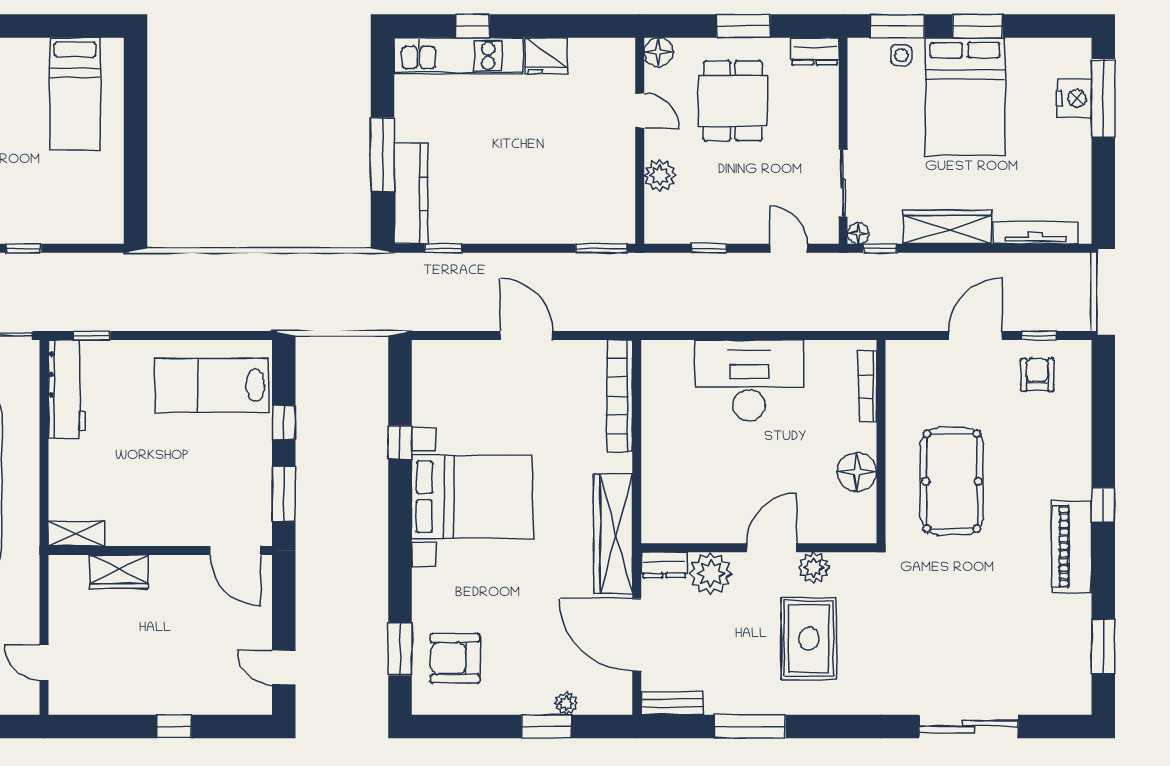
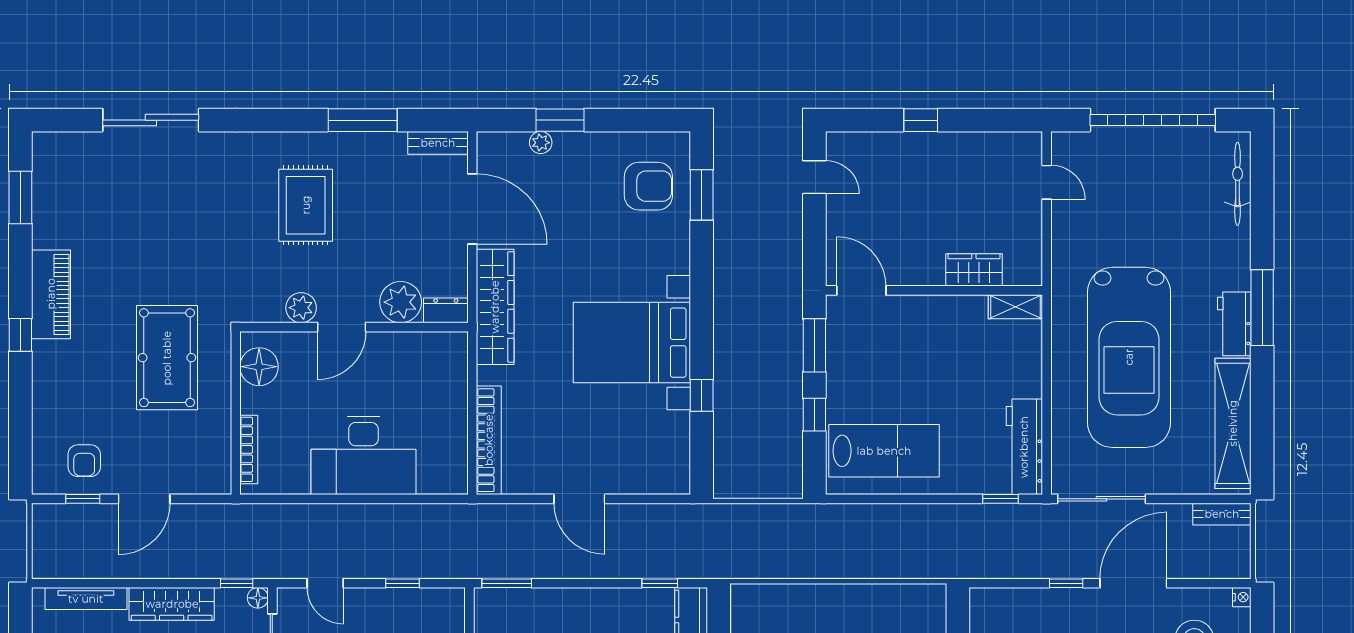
wall: (759, 548) -> (354, 327), moved
door: (772, 548) -> (342, 327), moved
dresser: (664, 565) -> (446, 310), moved
plant: (814, 568) -> (301, 308), moved
plant: (711, 573) -> (401, 302), moved

